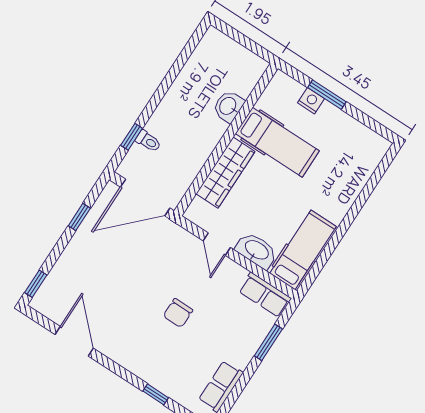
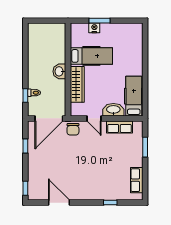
washbasin: (228, 106) -> (59, 71), moved
row of seats: (265, 295) -> (119, 127), moved
chair: (178, 313) -> (73, 129), moved

